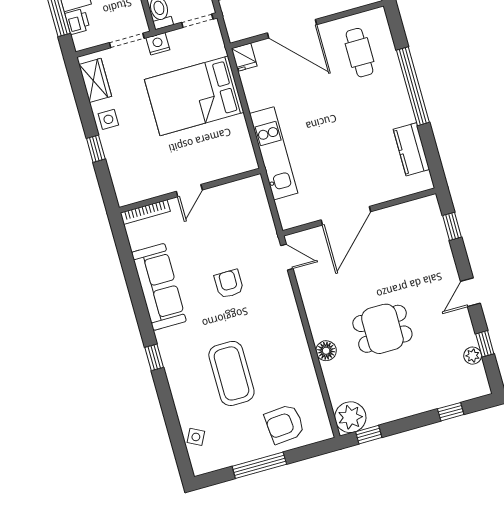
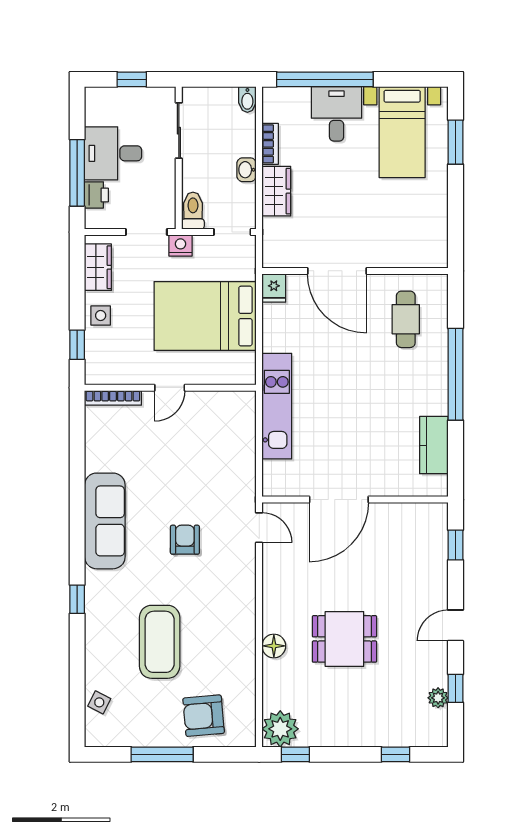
wall: (190, 190) -> (170, 388), moved
door: (189, 191) -> (170, 388), moved
bookcase: (145, 212) -> (113, 398), moved

